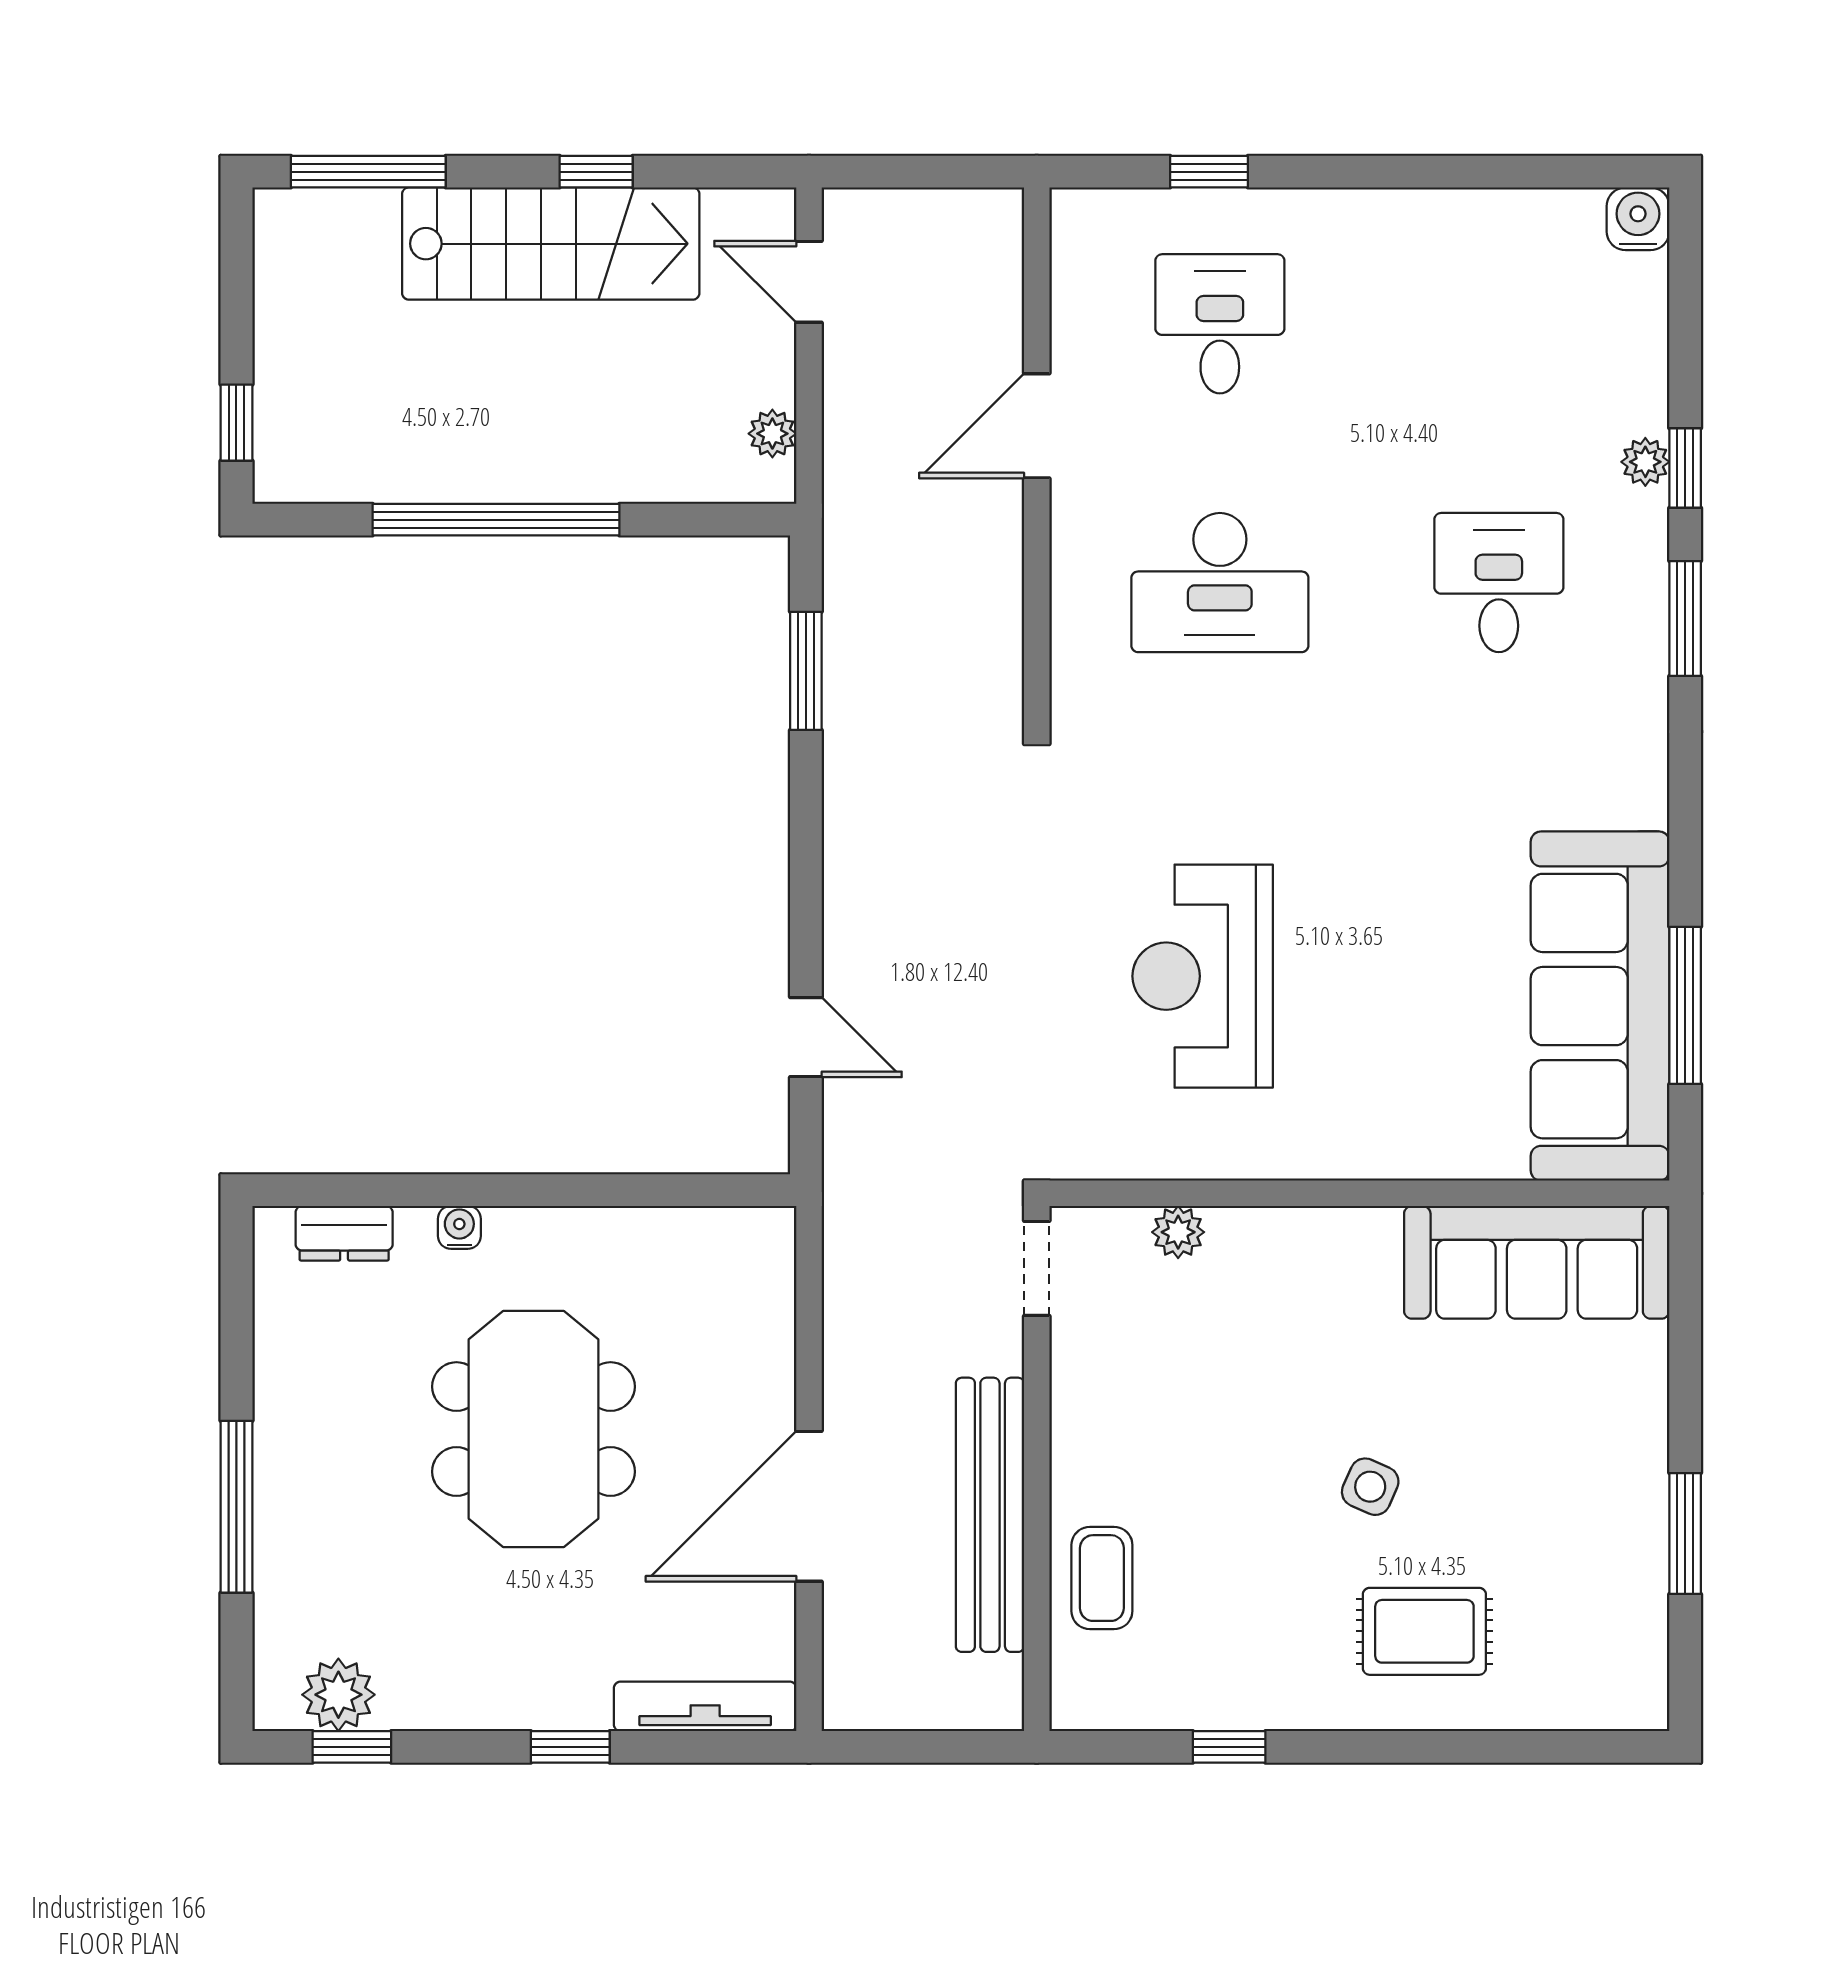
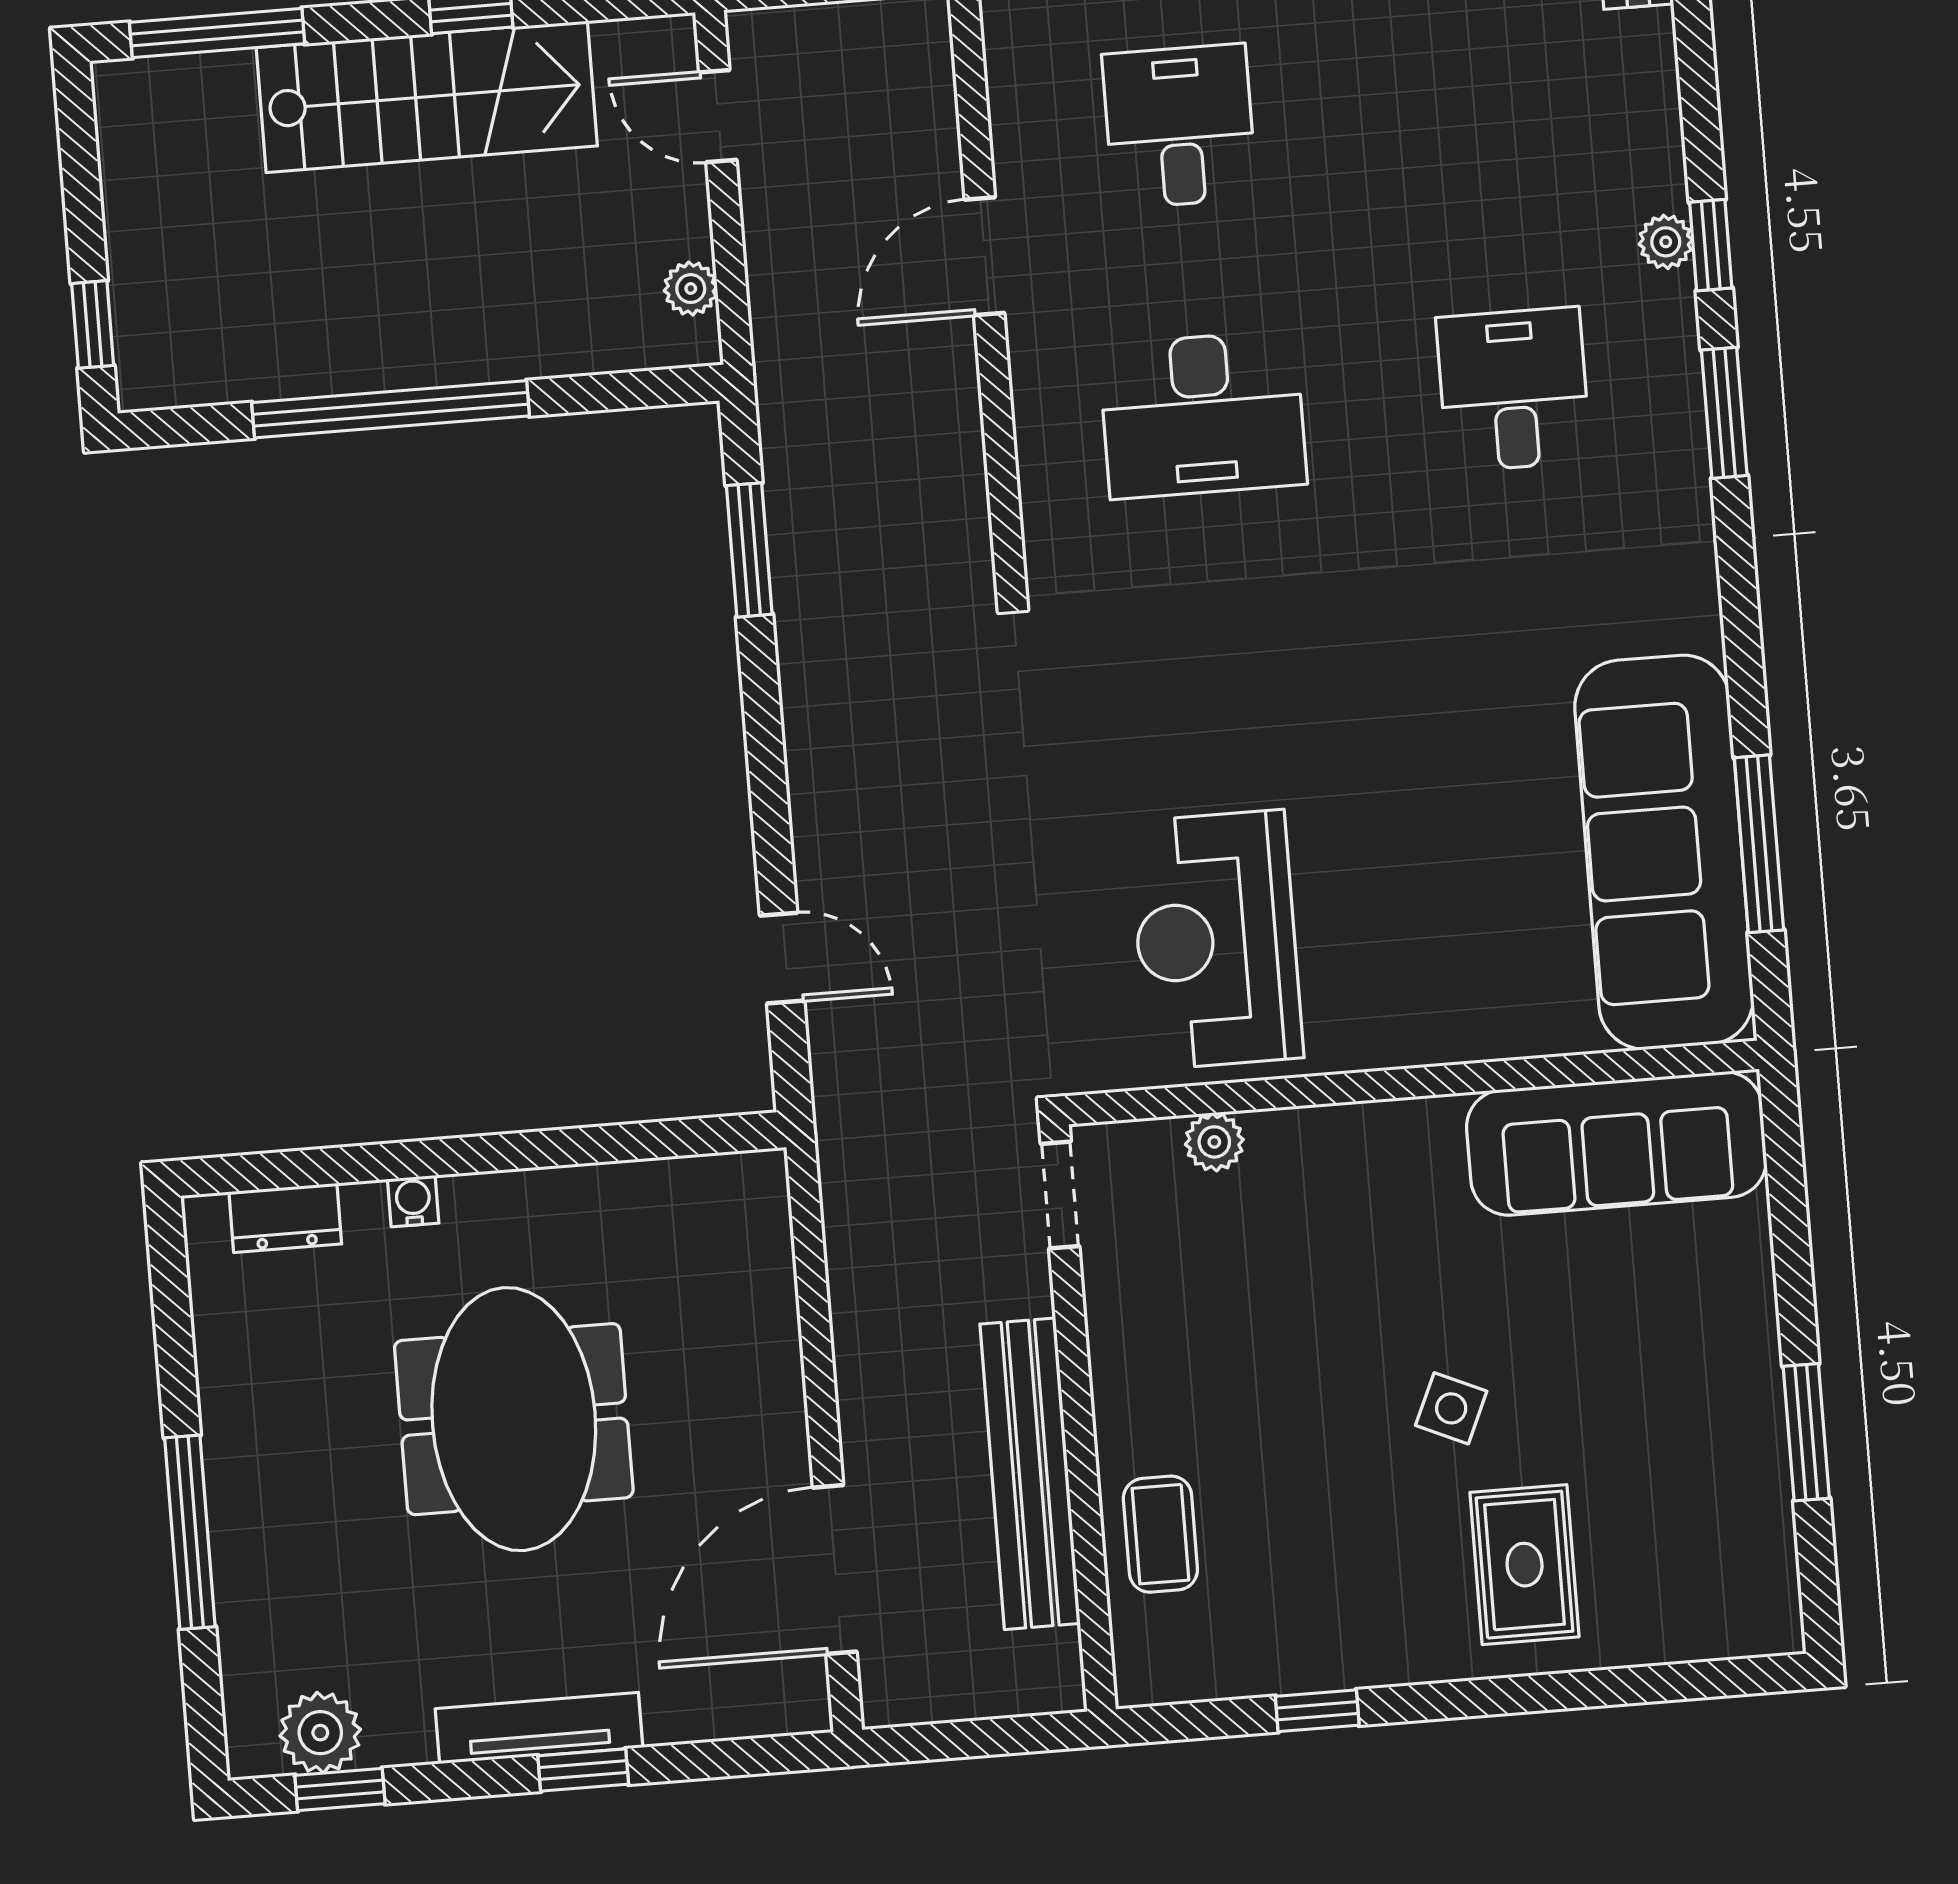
reception desk: (1203, 976) -> (1216, 940), moved
door: (809, 1506) -> (835, 1570), moved
rug: (1424, 1631) -> (1525, 1565), turned 90
tv unit: (705, 1706) -> (539, 1728), moved

